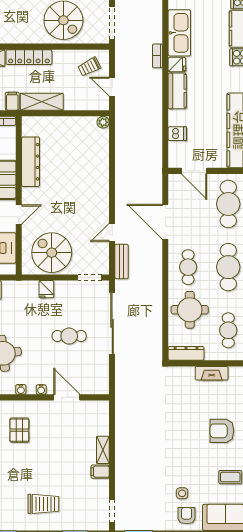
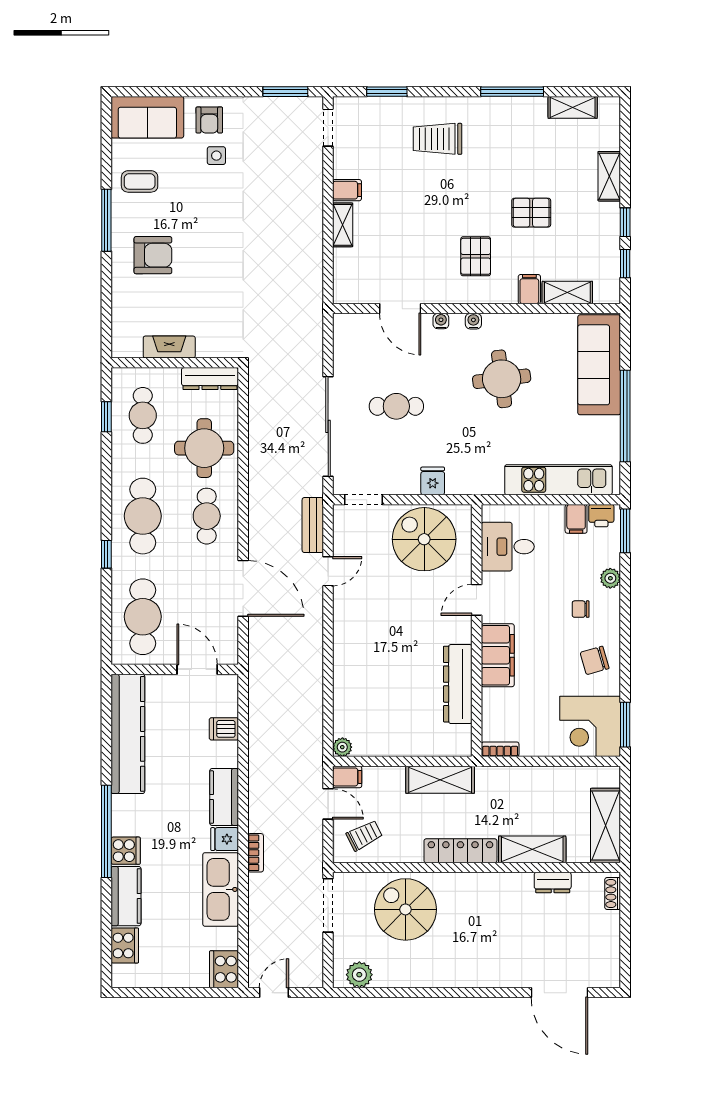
filing cabinet: (12, 101) -> (347, 777), moved, turned -90
spiral stairs: (52, 253) -> (424, 539), turned 180

